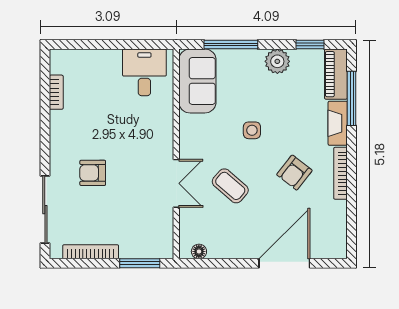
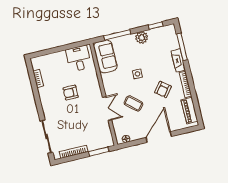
piano: (336, 74) -> (189, 111), moved
armchair: (93, 173) -> (71, 93), moved
door: (284, 263) -> (159, 137), moved

